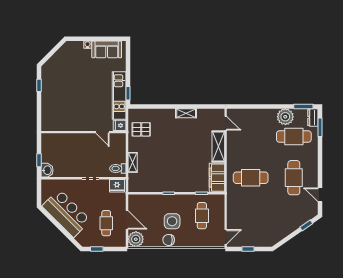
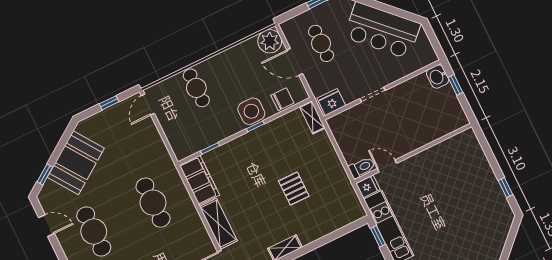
pallet: (141, 129) -> (294, 189), moved, turned 90
shelving: (133, 162) -> (312, 117), moved
toilet: (118, 168) -> (362, 168), moved
cafe table: (251, 178) -> (153, 203), turned 90
cafe table: (202, 216) -> (196, 88), moved
side table: (172, 221) -> (251, 111), moved
booth: (285, 223) -> (76, 163), added
chair: (169, 240) -> (282, 99), moved

